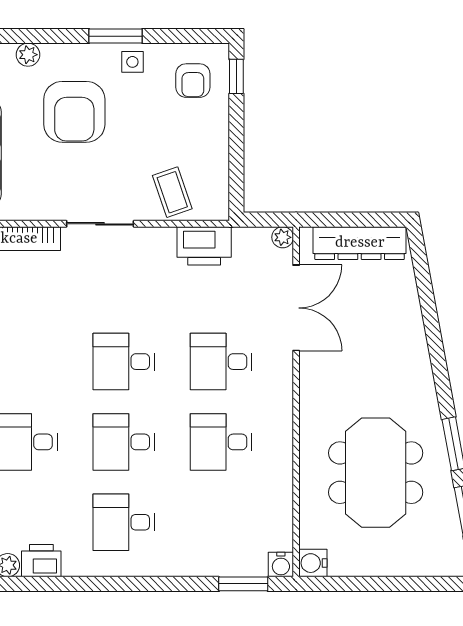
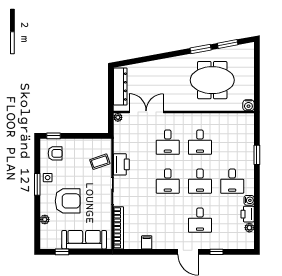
printer: (204, 246) -> (121, 164), moved
water cooler: (281, 565) -> (249, 200), moved
window: (243, 584) -> (257, 155), moved

